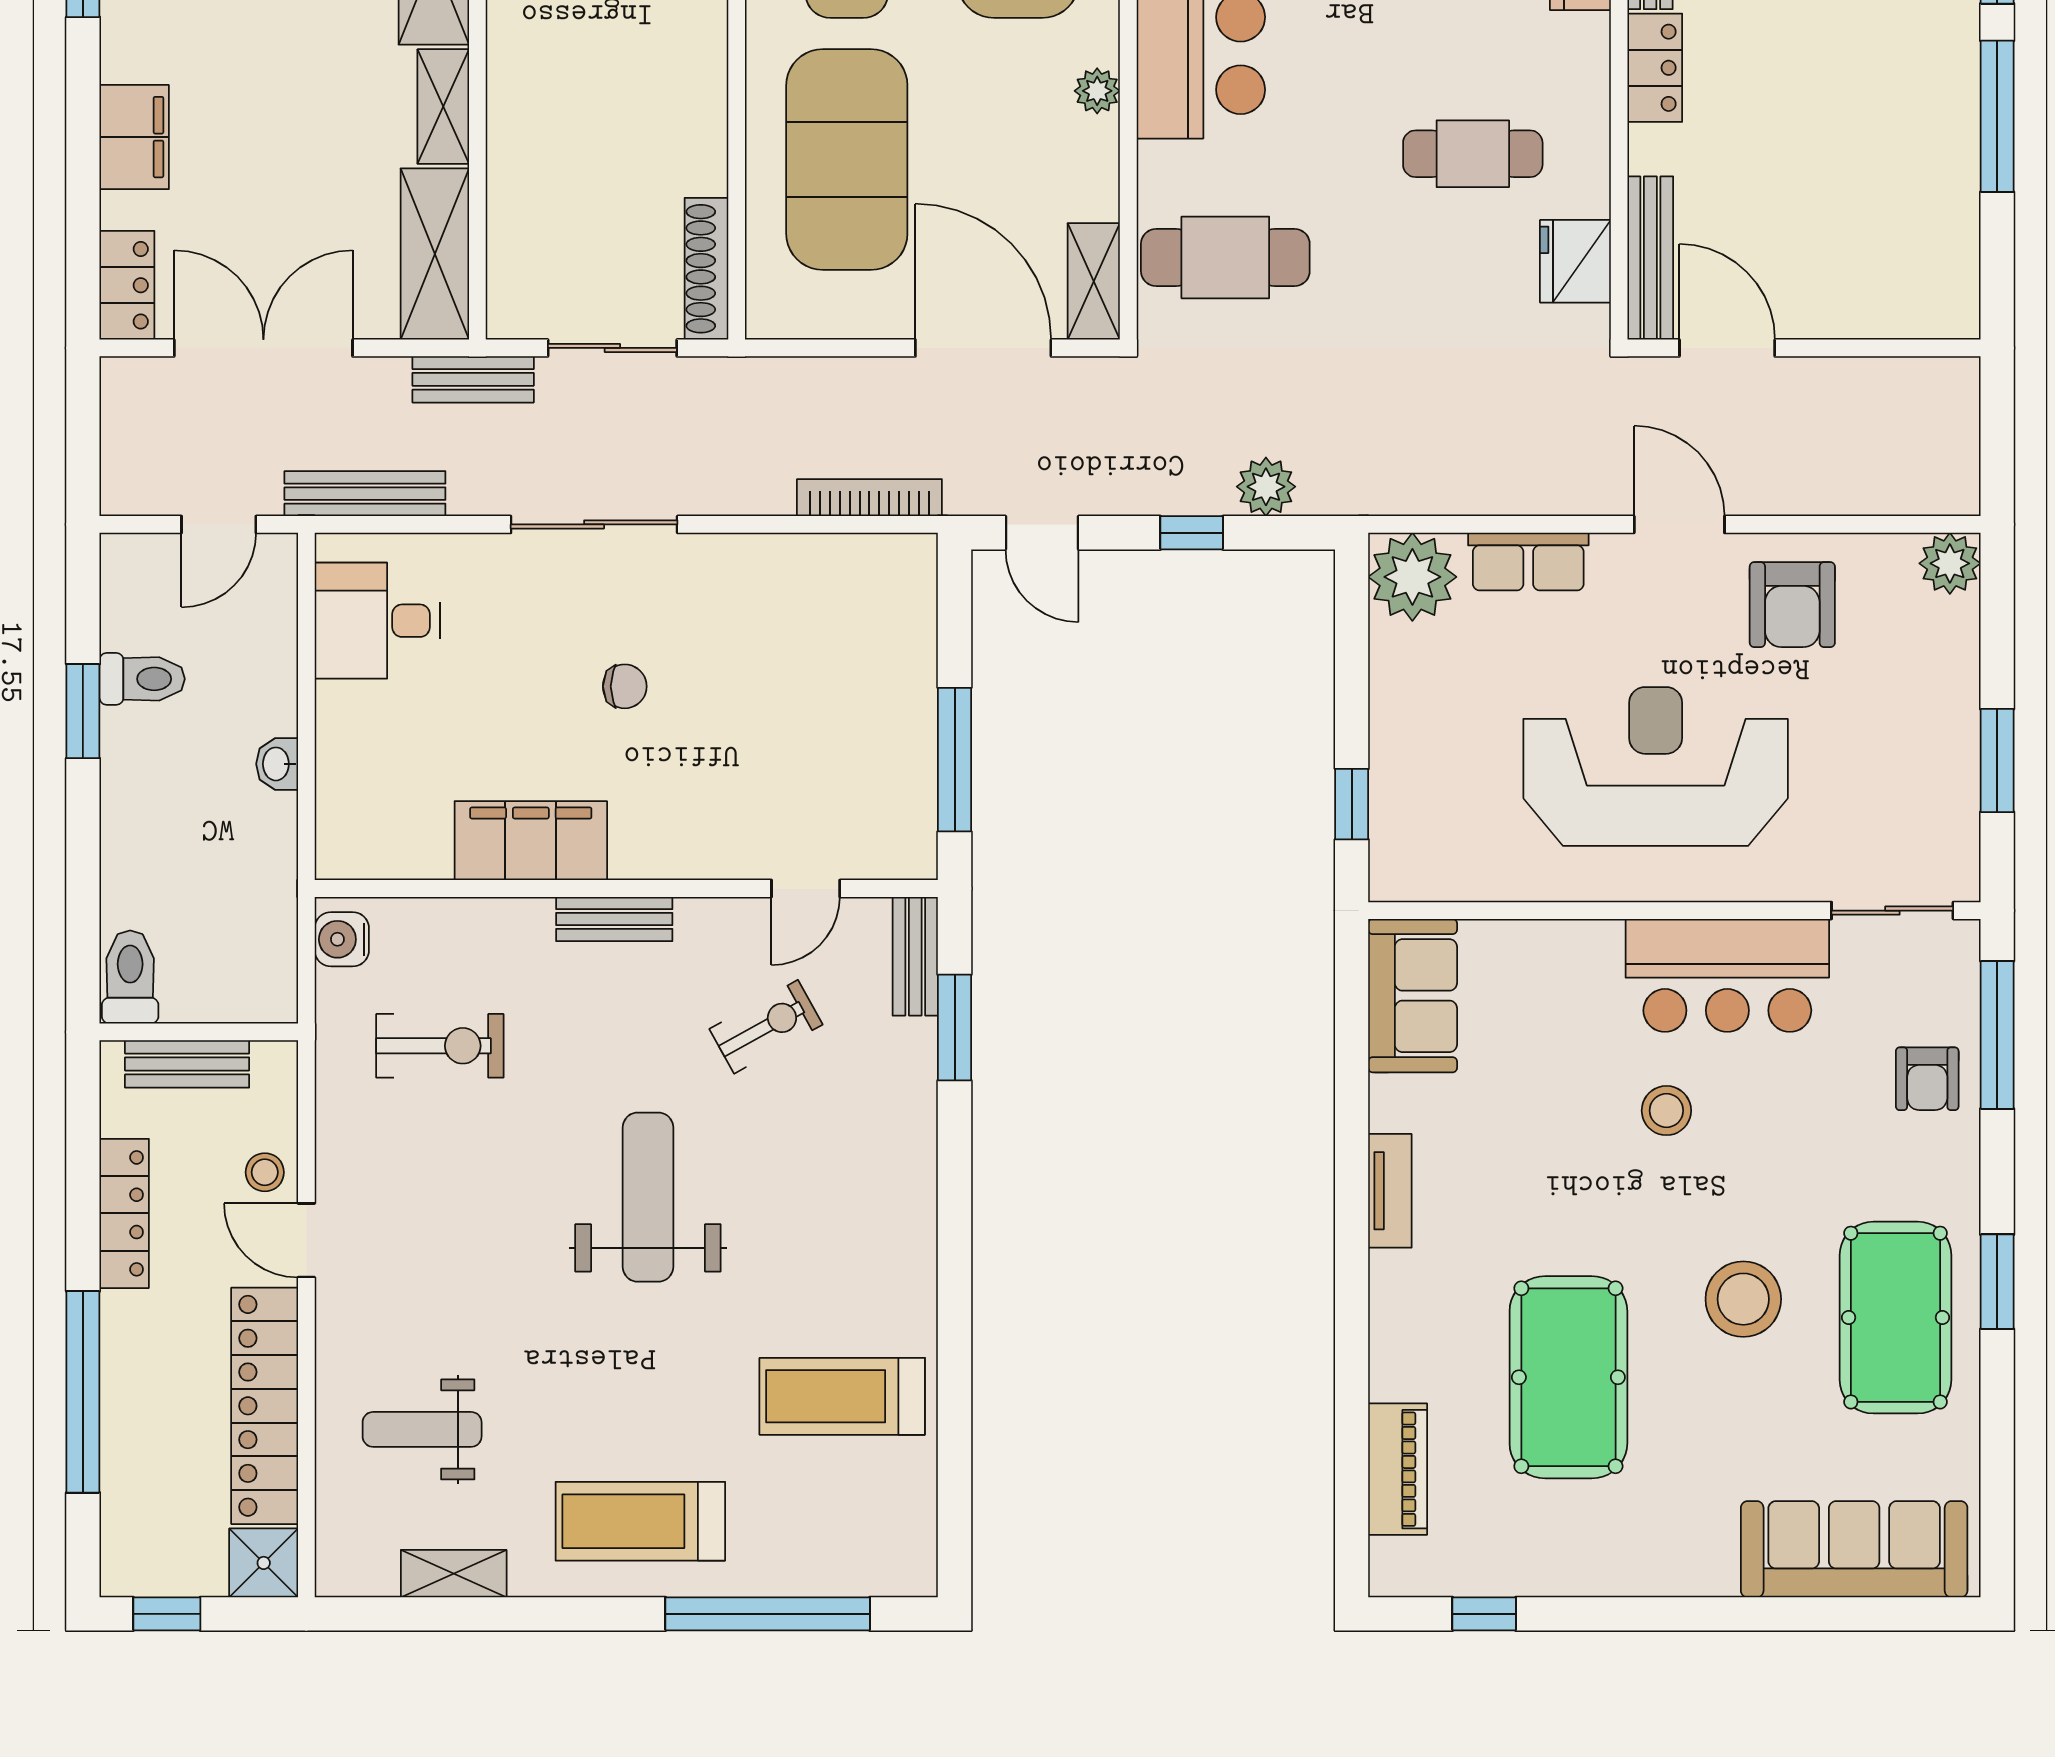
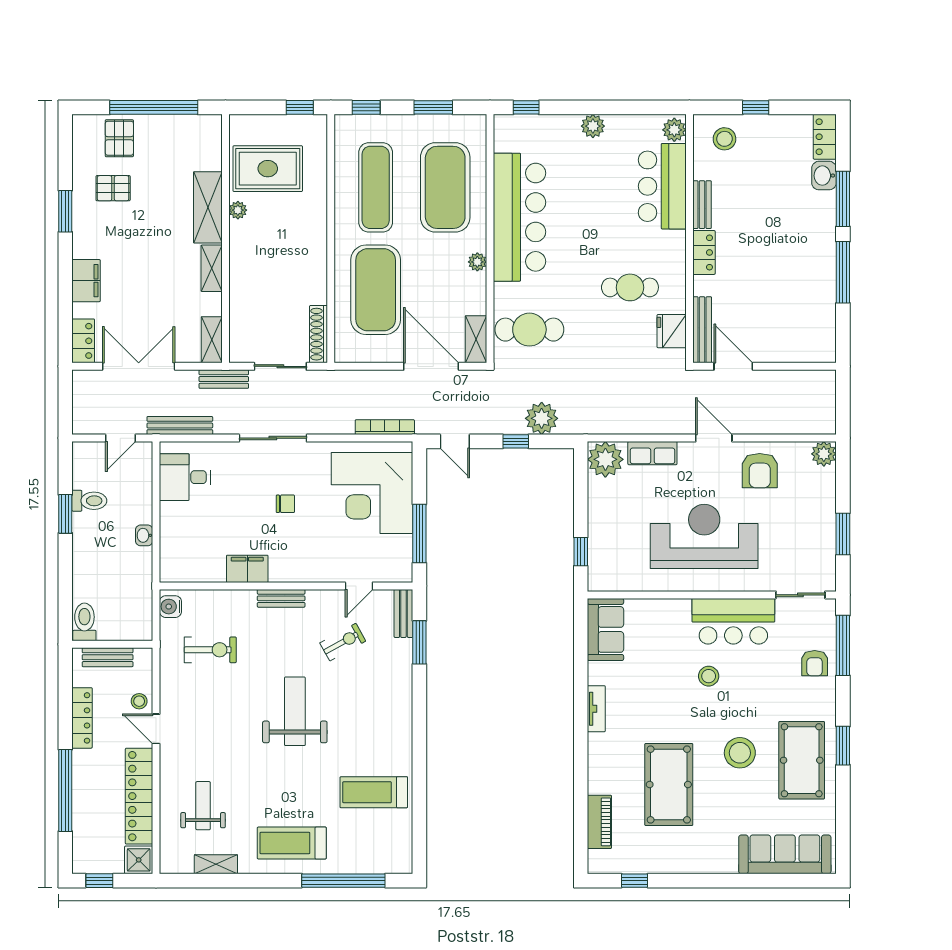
shelving: (435, 254) -> (212, 340), width x0.67, depth x0.75
plant: (1266, 487) -> (542, 418), width x1.36, depth x1.36
corner desk: (838, 660) -> (372, 493), added
filing cabinet: (531, 841) -> (247, 569), width x0.67, depth x0.86
weight bench: (422, 1429) -> (203, 806), turned 90

